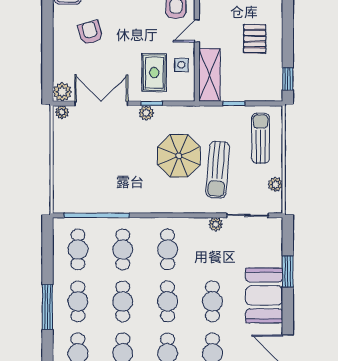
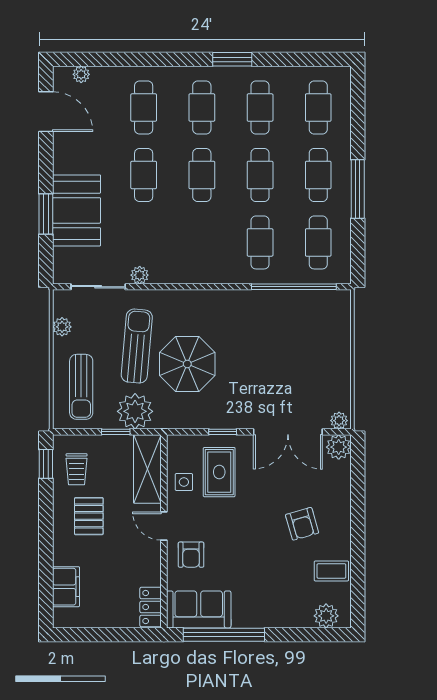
door: (197, 31) -> (164, 526), swing flipped
trolley: (264, 75) -> (77, 469), added
plant: (146, 113) -> (135, 411), moved, width x1.87, depth x1.87
cafe table: (168, 249) -> (202, 242), removed
booth: (264, 295) -> (77, 210), moved
window: (47, 307) -> (358, 189), moved

